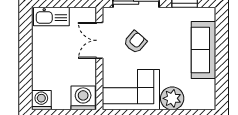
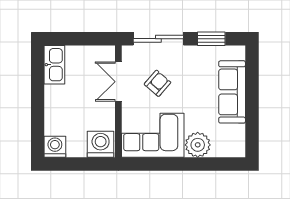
kitchen sink: (51, 17) -> (54, 65), moved, turned -90

